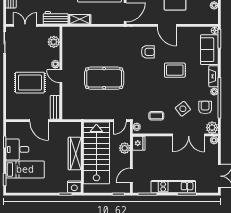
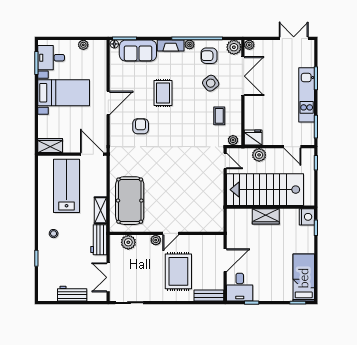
pool table: (104, 78) -> (130, 201), moved
bench: (55, 107) -> (209, 296), moved
desk: (17, 149) -> (240, 287), moved
wardrobe: (75, 154) -> (266, 216), width x0.67
bed: (25, 169) -> (304, 278), moved

